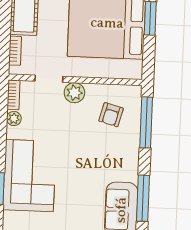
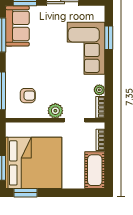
armchair: (111, 115) -> (28, 96), turned 75

